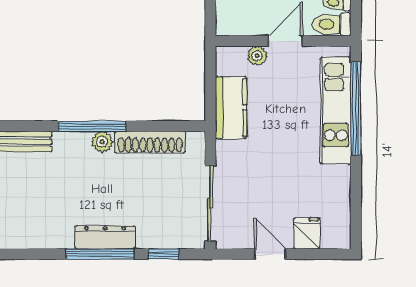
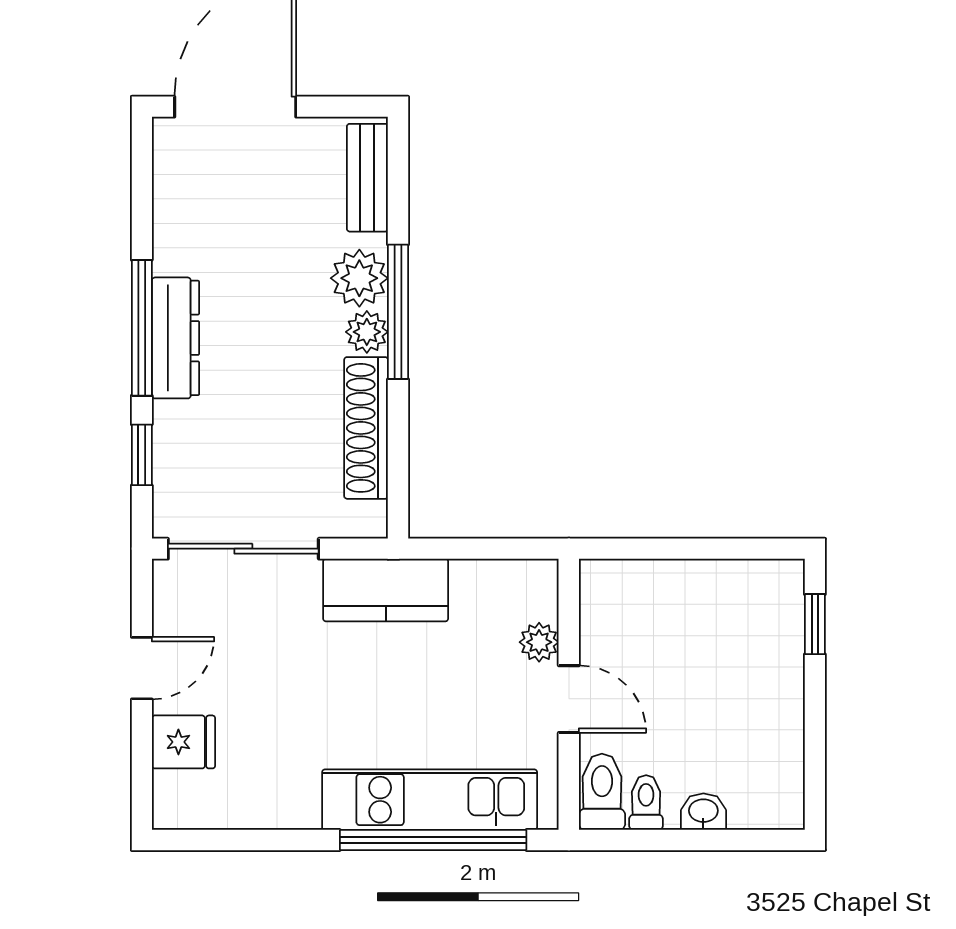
kitchen counter: (231, 108) -> (386, 590), moved
plant: (75, 146) -> (359, 278), added

